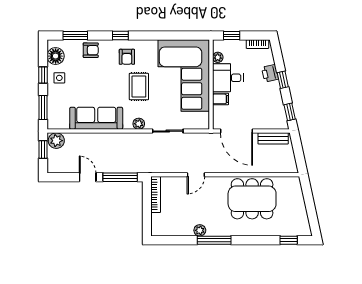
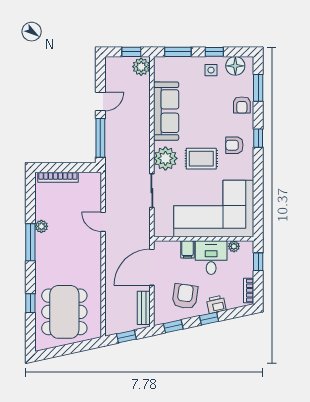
armchair: (263, 101) -> (185, 296), added
plant: (139, 124) -> (165, 158), width x1.87, depth x1.87
window: (299, 154) -> (126, 337), added
bookcase: (156, 195) -> (58, 177), moved
dining table: (252, 199) -> (64, 312), moved
window: (289, 240) -> (30, 303), moved

